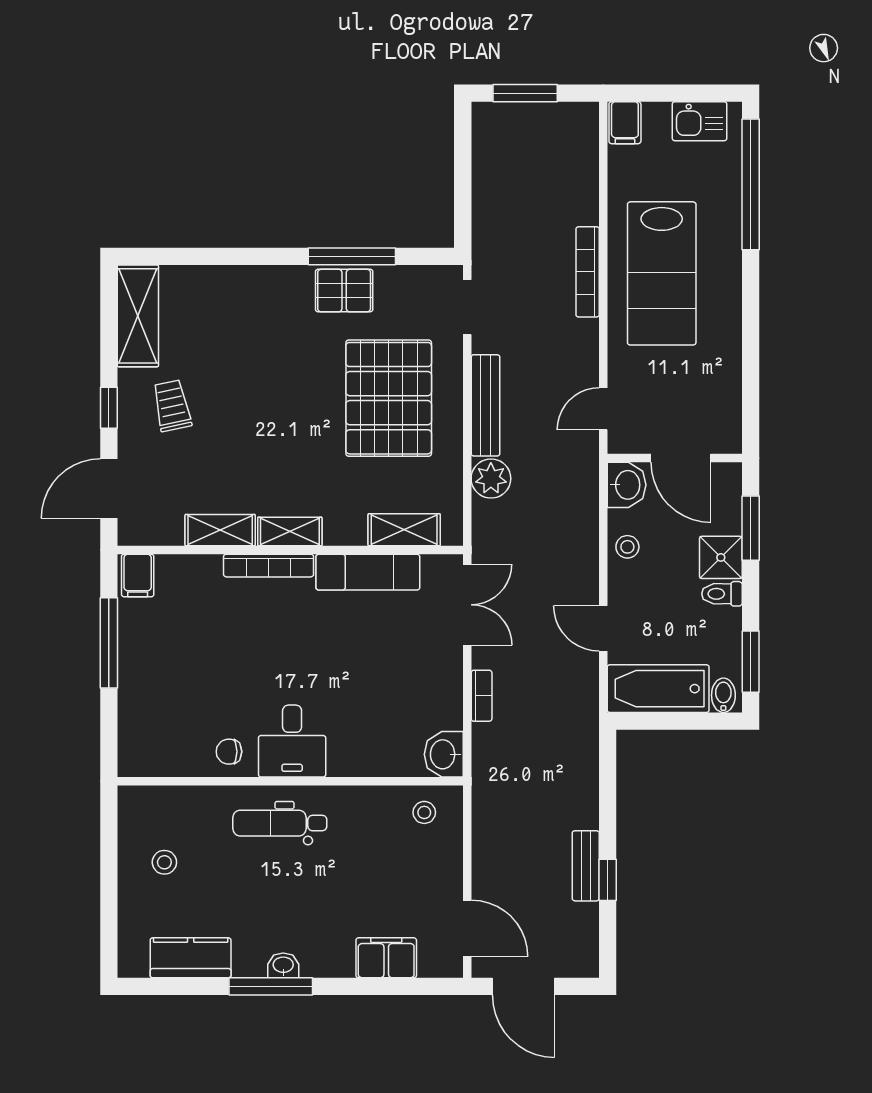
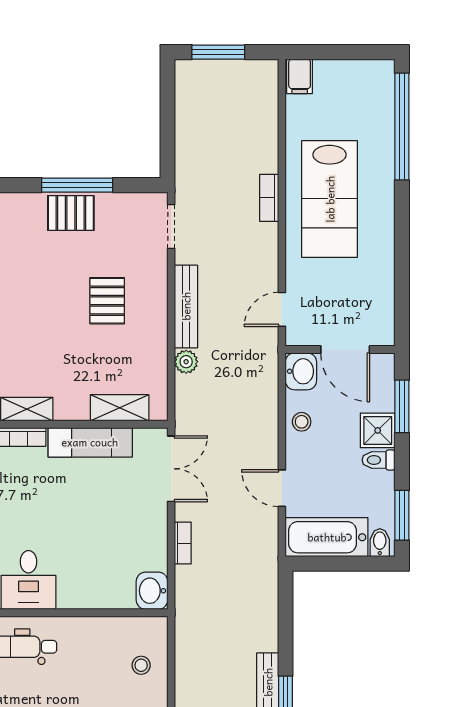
kitchen sink: (700, 121) -> (360, 75), removed
bookcase: (588, 272) -> (269, 198), width x0.64
pallet: (389, 398) -> (107, 301), width x0.49, depth x0.50
plant: (491, 479) -> (186, 362), width x0.73, depth x0.73
stool: (424, 812) -> (141, 665), moved

